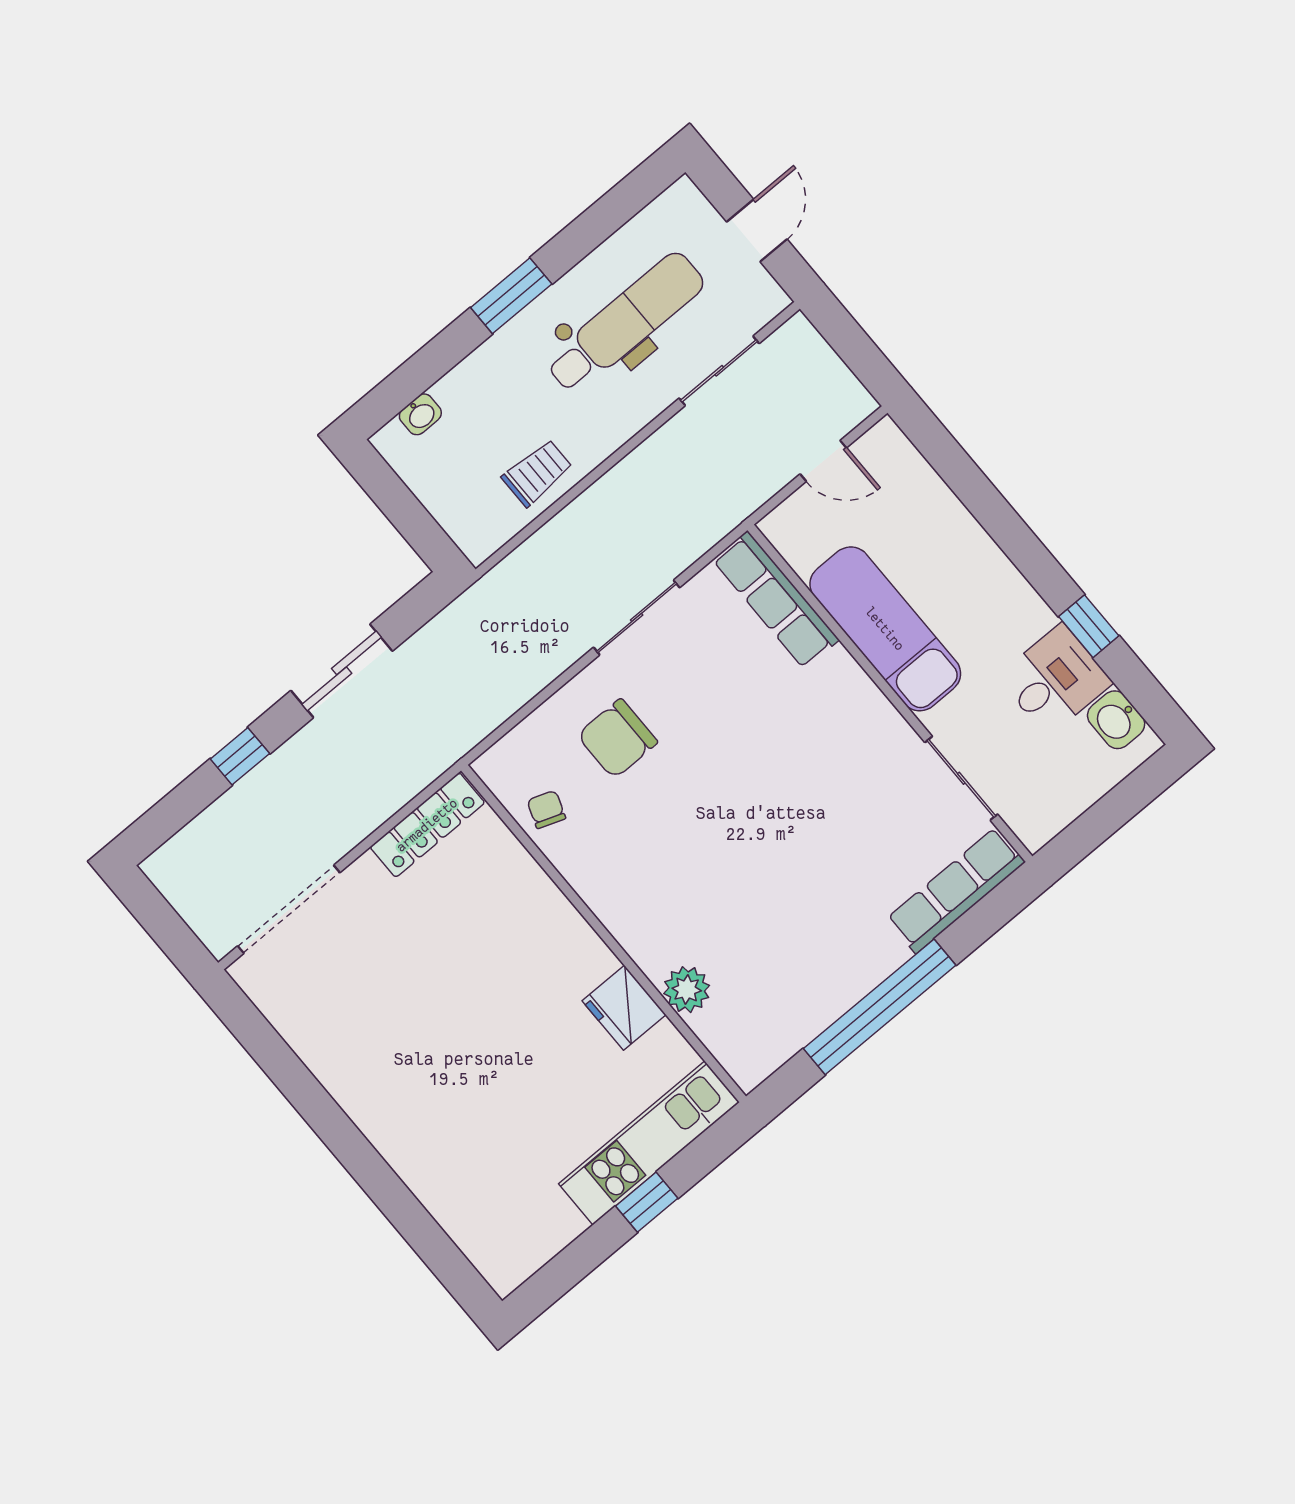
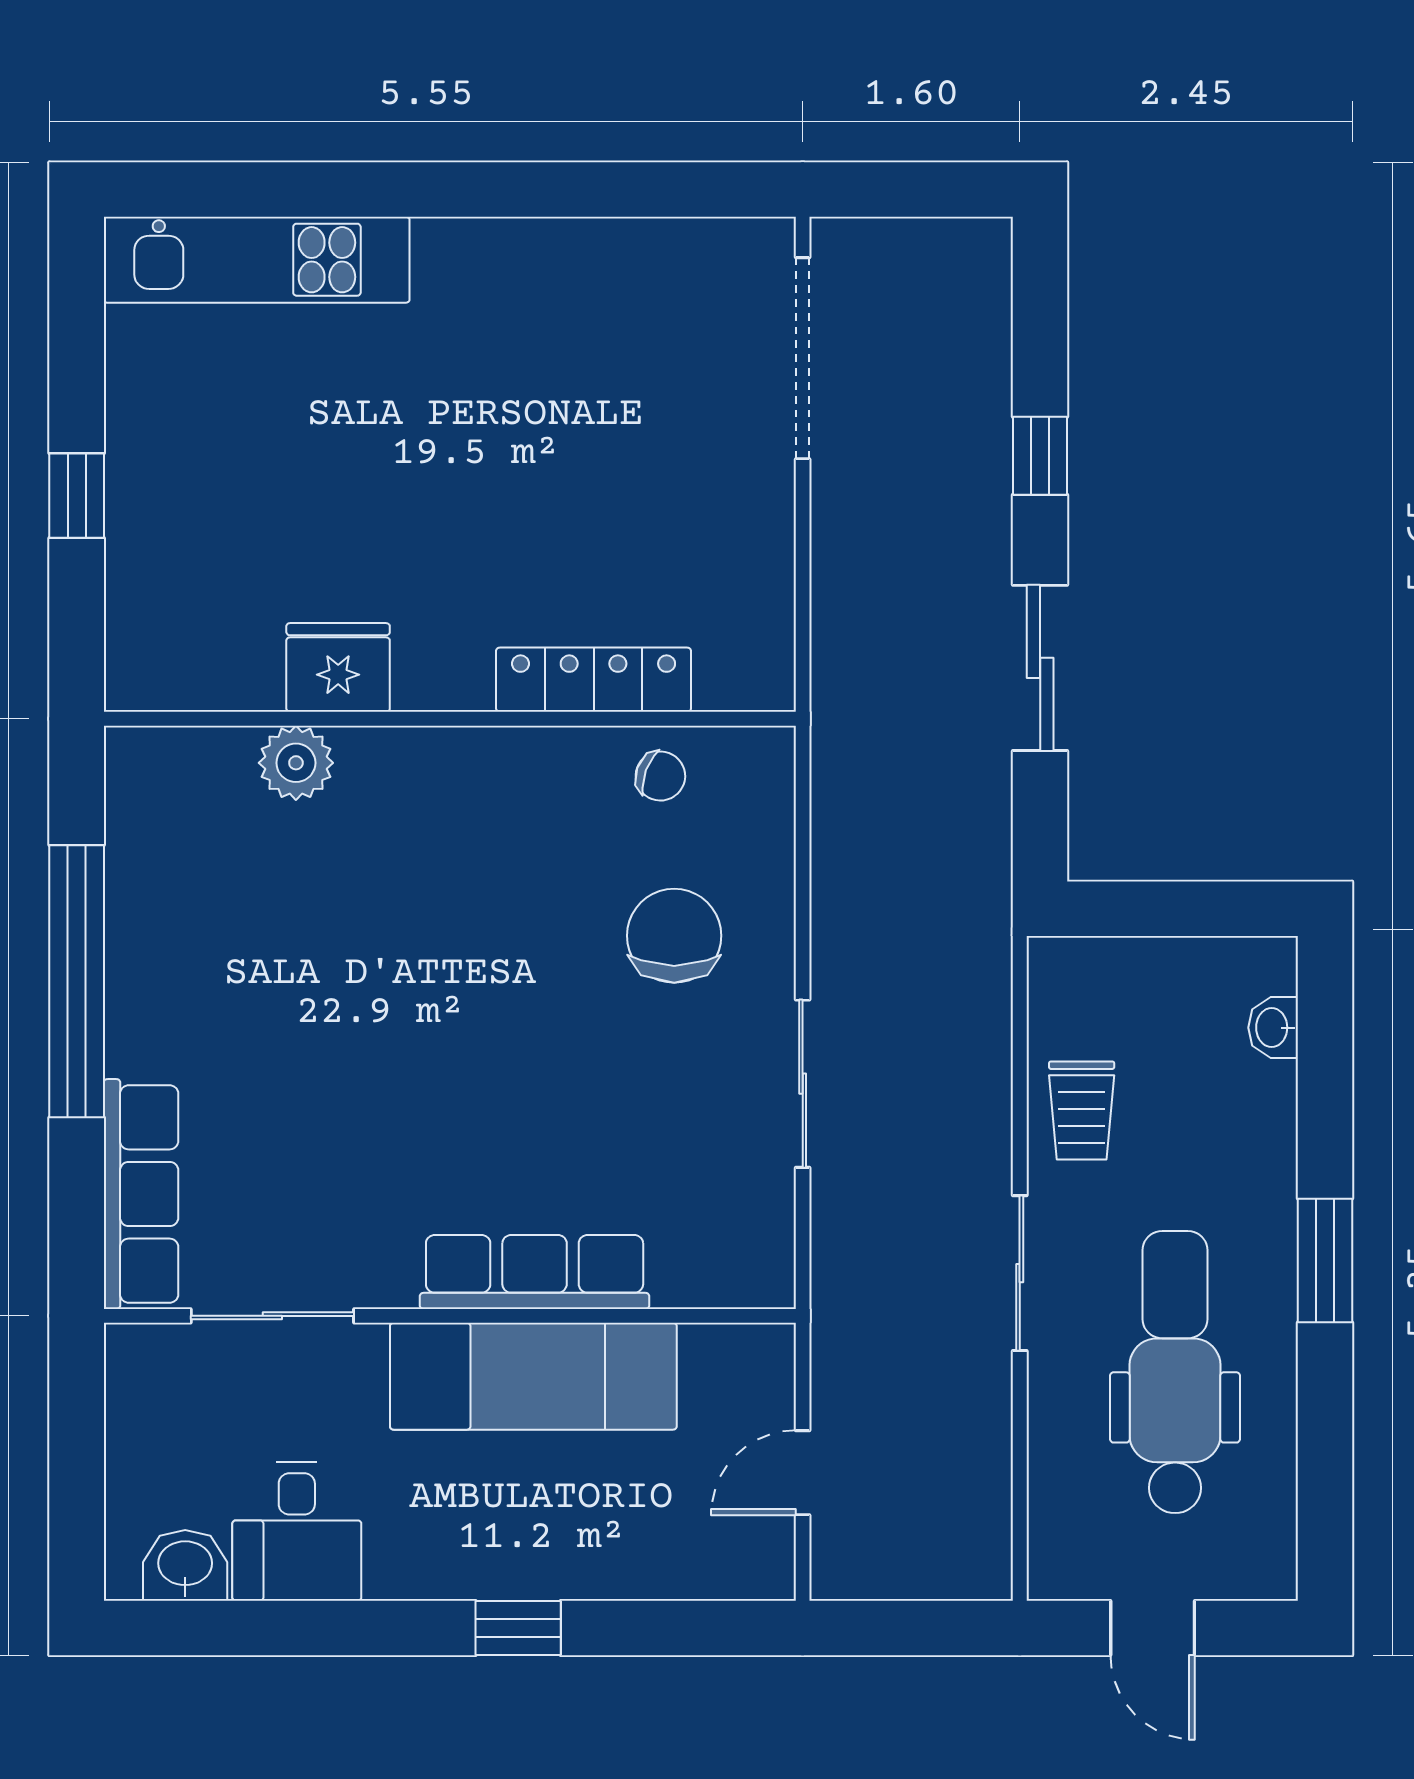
dental chair: (625, 323) -> (1175, 1372), turned 180
sliding door: (719, 371) -> (1020, 1273), moved
row of seats: (776, 600) -> (535, 1272), moved
window: (1089, 626) -> (518, 1628), moved
locker: (427, 825) -> (594, 680), moved, turned 90
kitchen unit: (649, 1143) -> (257, 260), moved, turned 90

